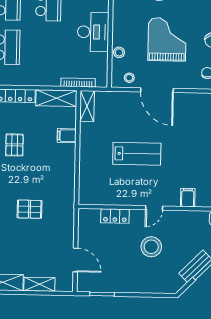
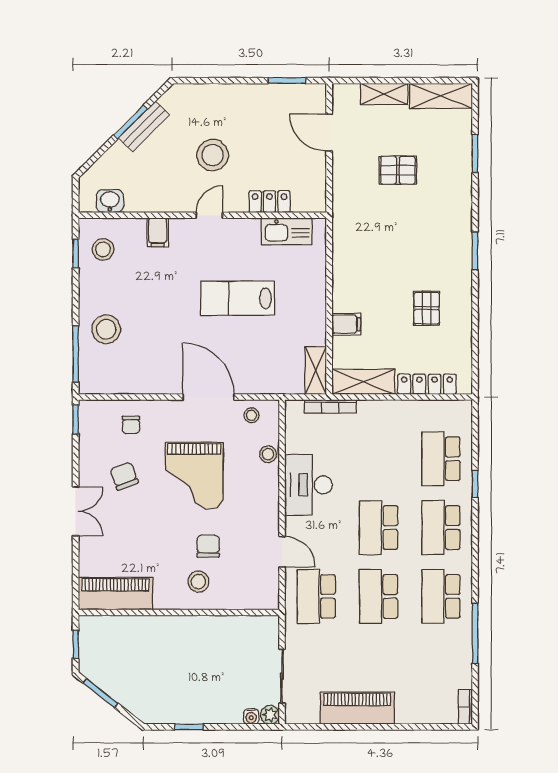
kitchen sink: (104, 196) -> (287, 231), added
pallet: (30, 209) -> (398, 170), moved

